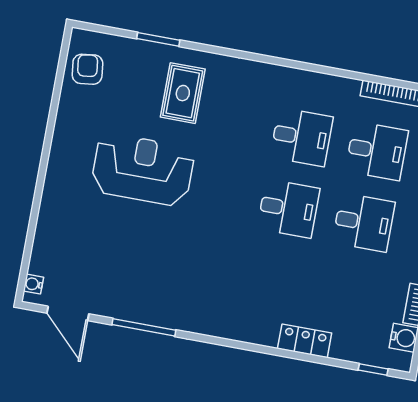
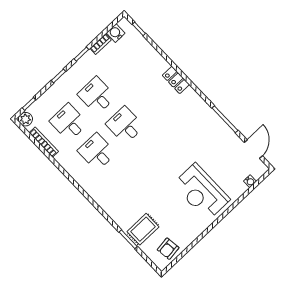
rug: (183, 93) -> (143, 229), moved
reception desk: (143, 170) -> (201, 192), moved
water cooler: (33, 284) -> (250, 181), moved
locker: (305, 341) -> (176, 80), moved

